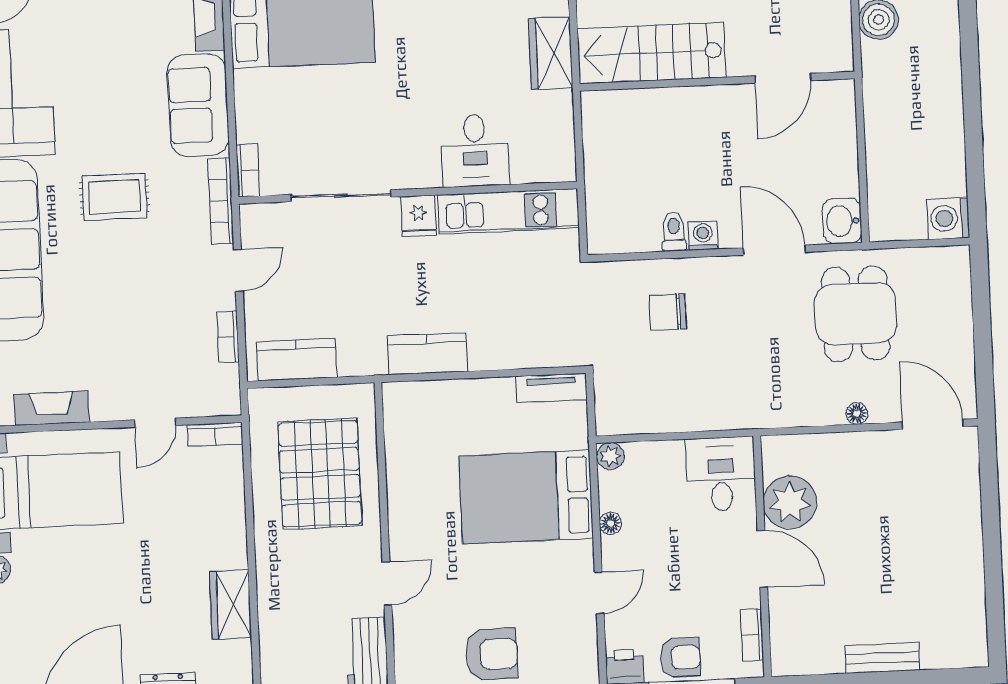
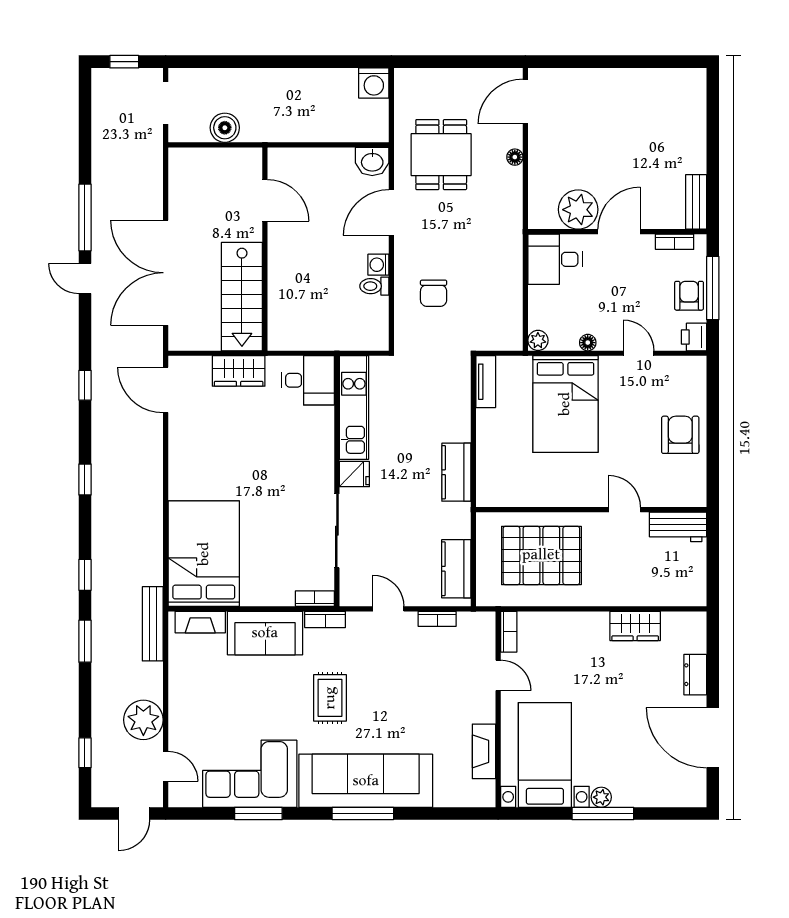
desk: (475, 150) -> (308, 380), moved
bookcase: (221, 201) -> (325, 619), width x0.64
dining table: (856, 314) -> (441, 155), turned 90
bench: (882, 658) -> (696, 202), moved

